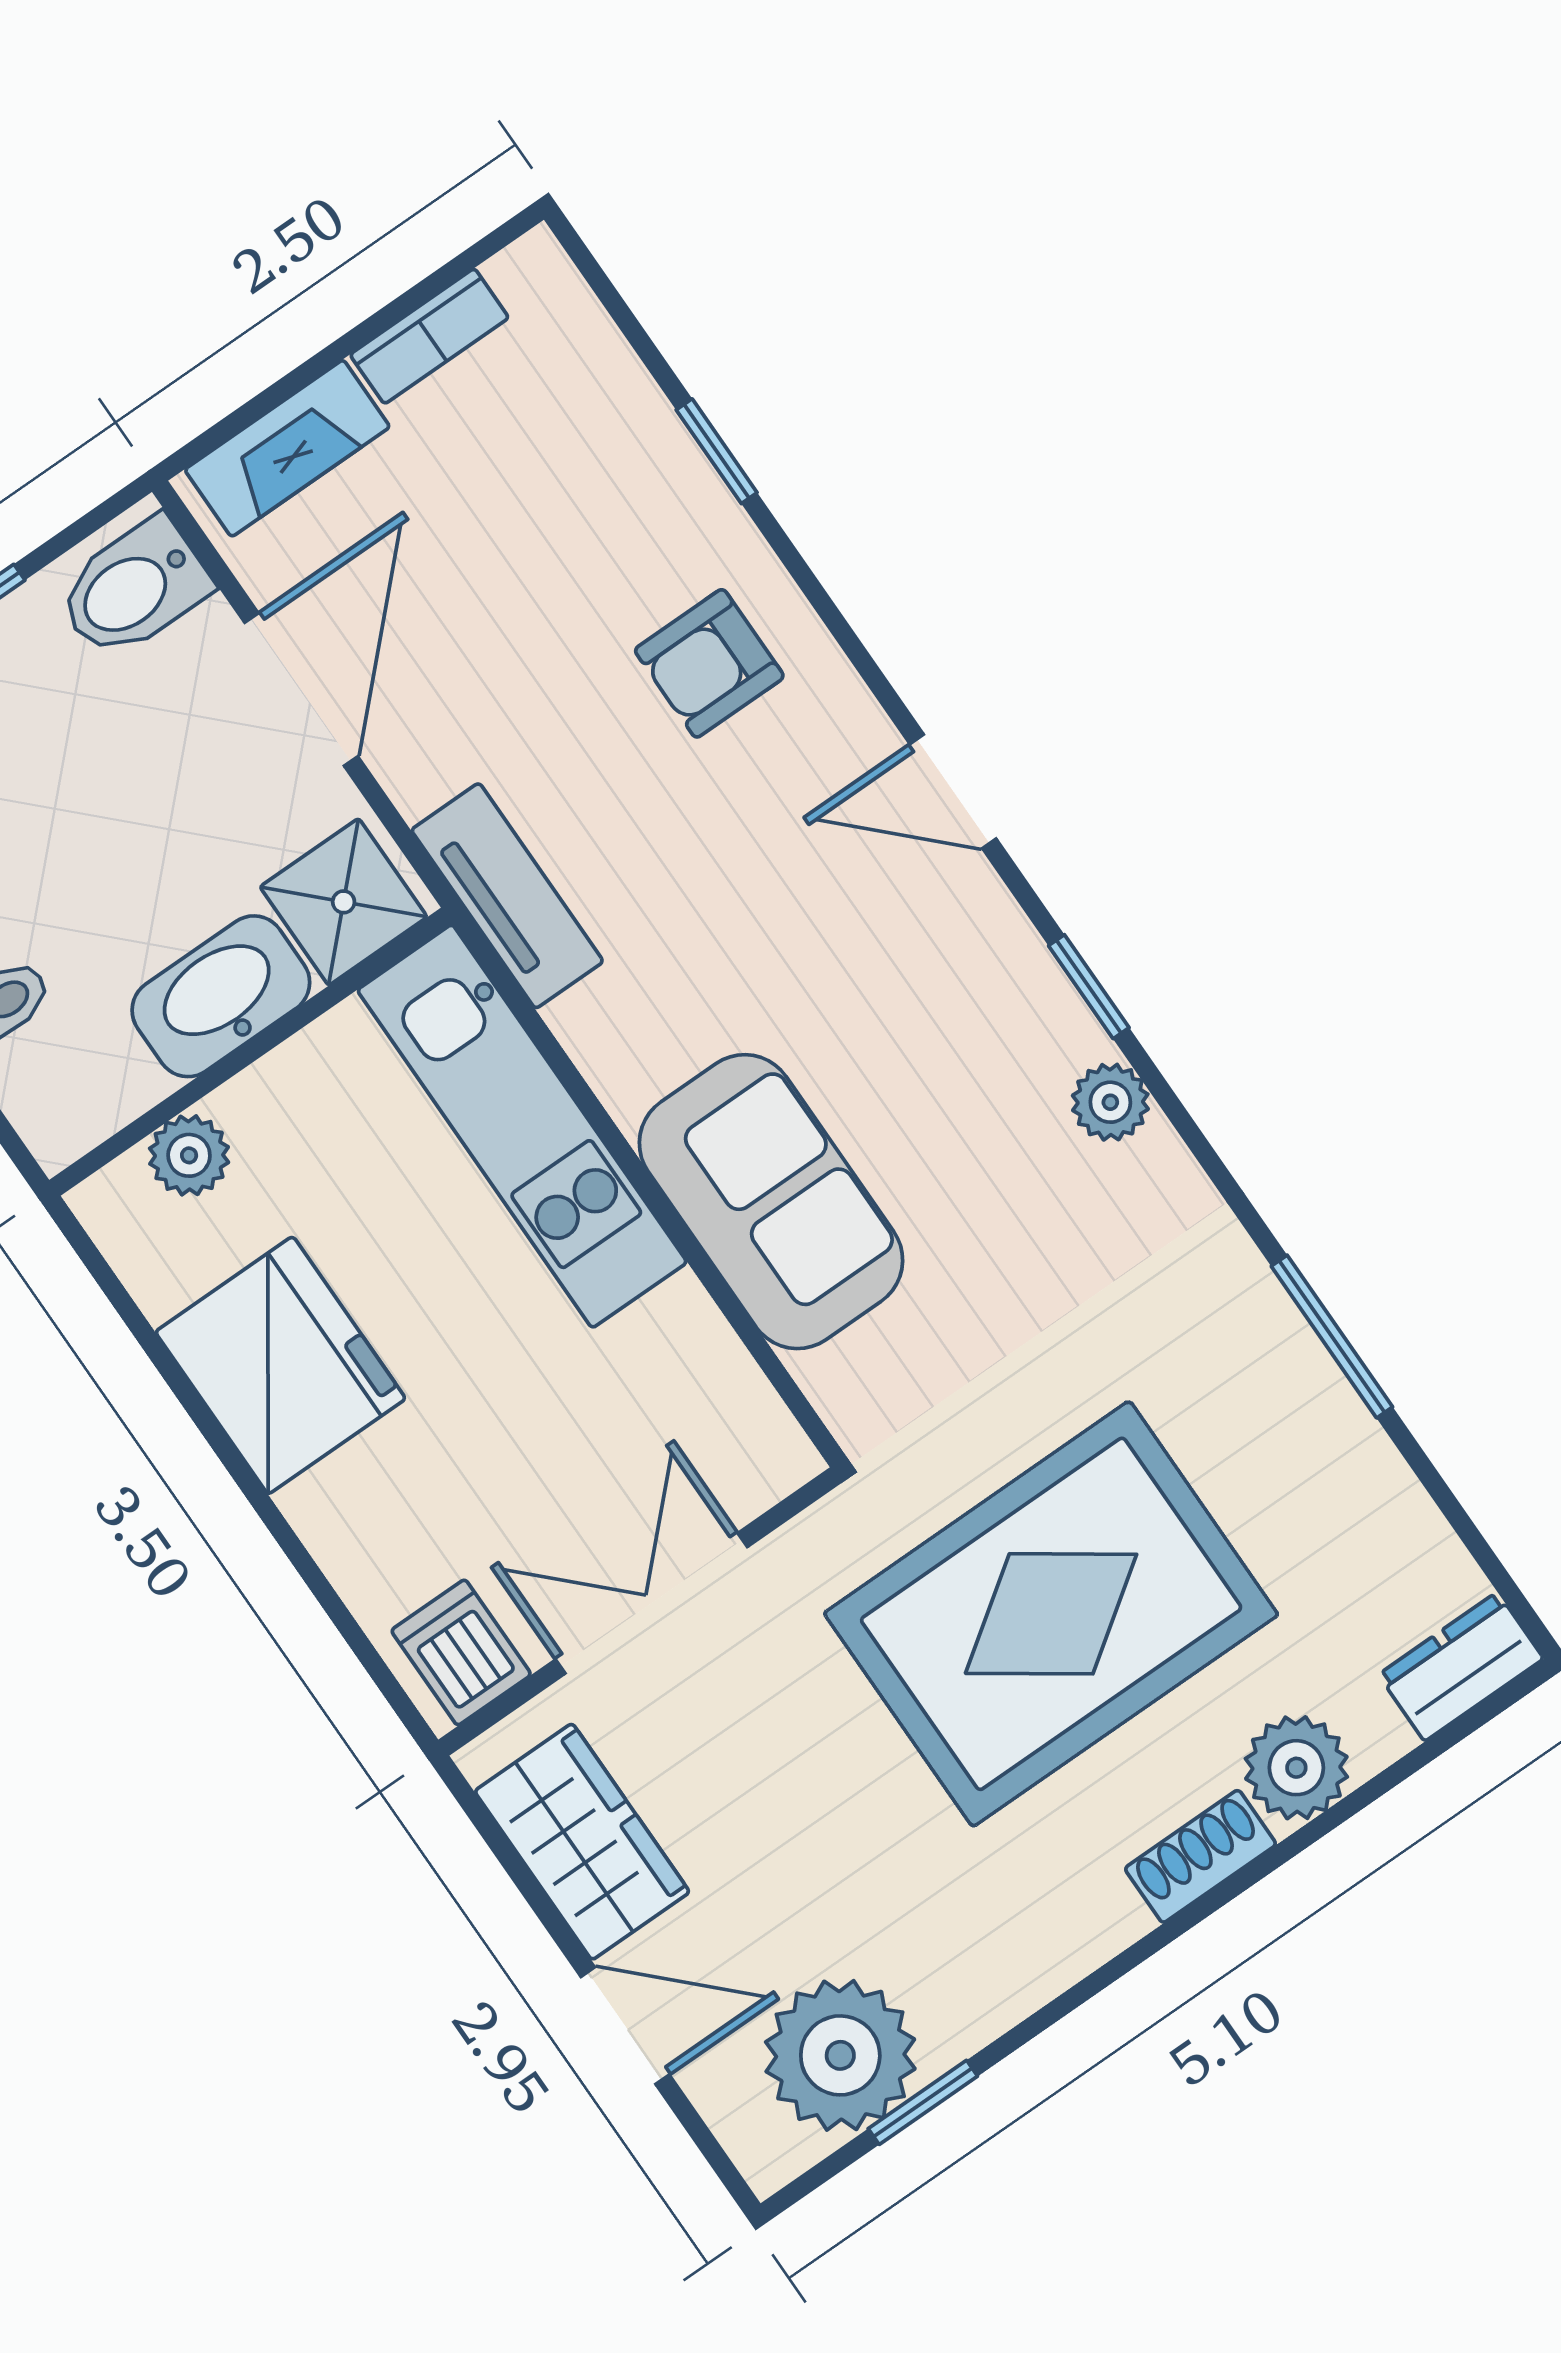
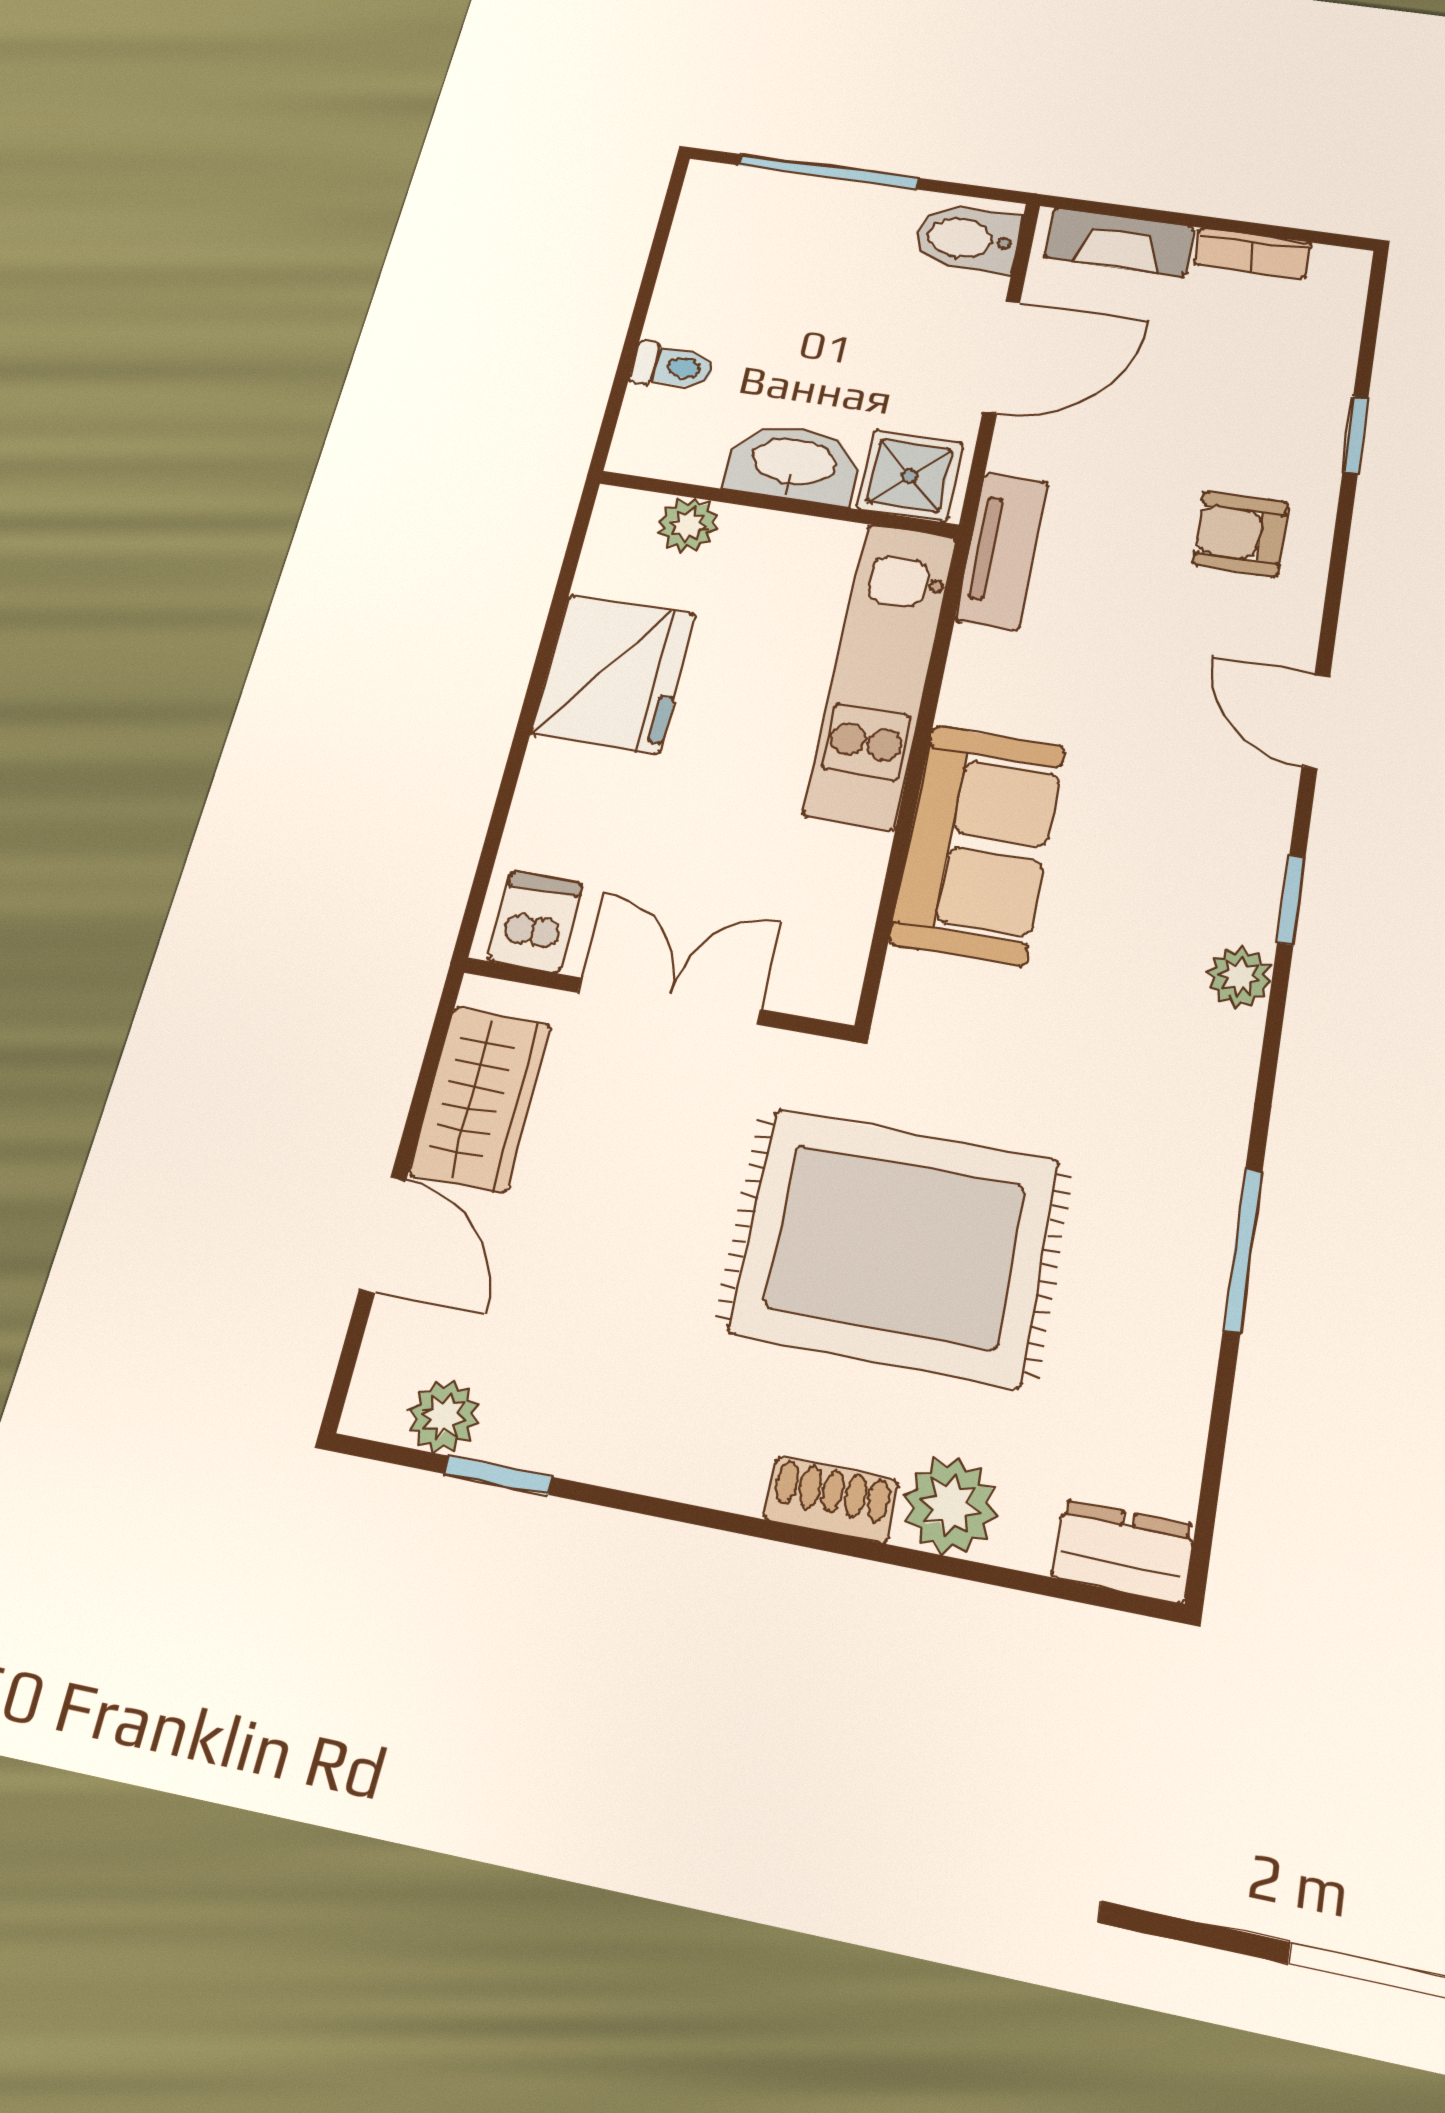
plant: (840, 2055) -> (444, 1416), width x0.53, depth x0.53

